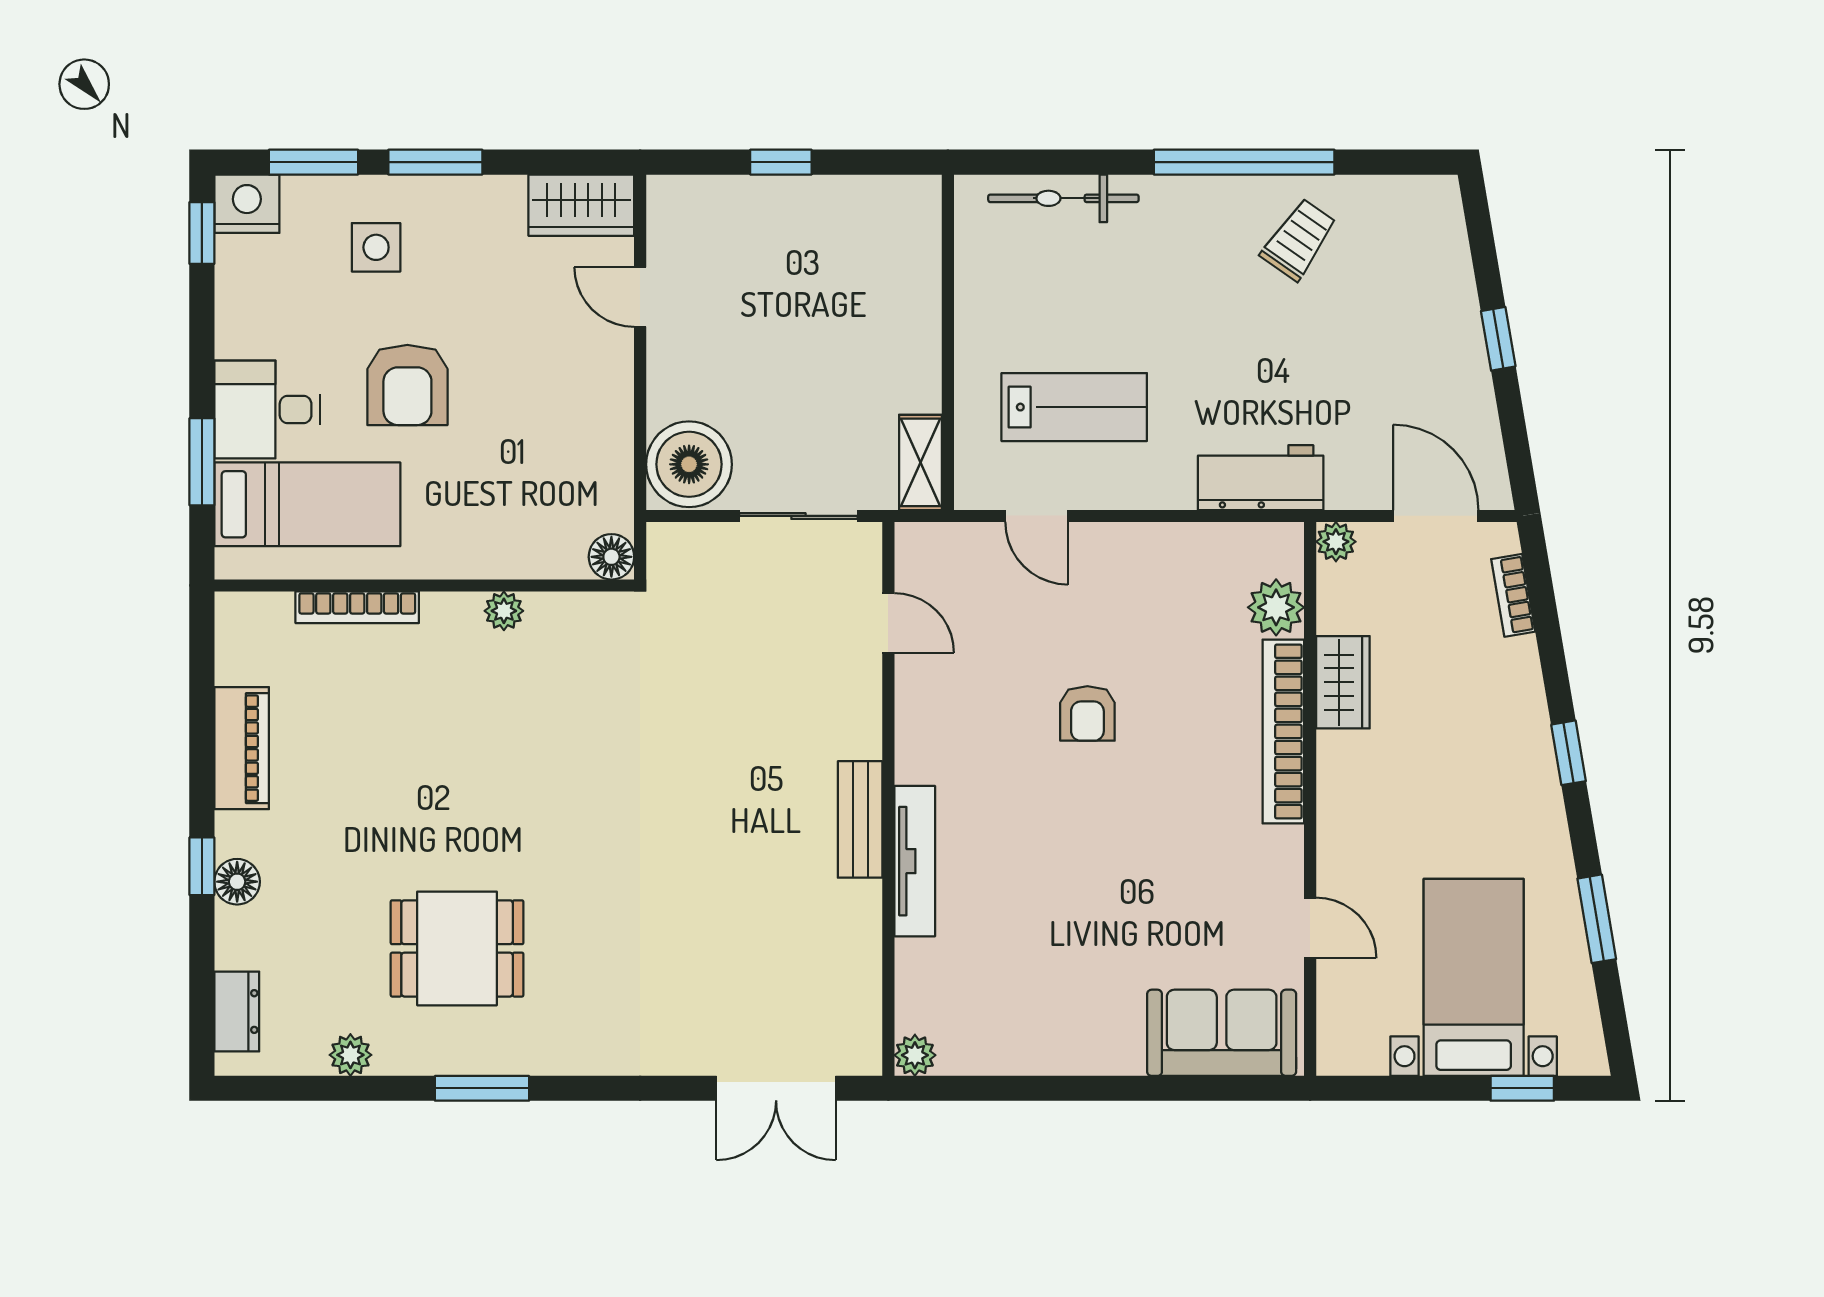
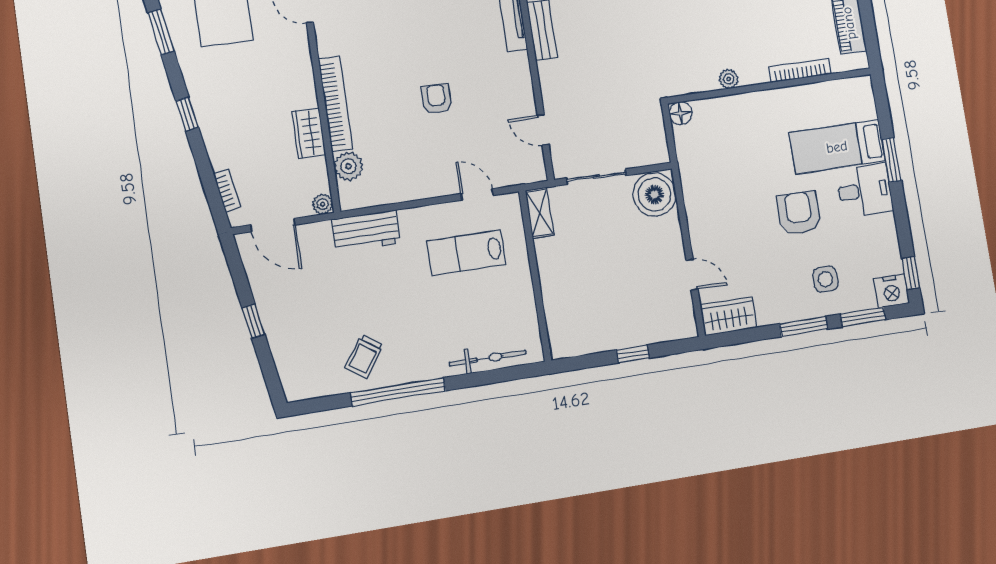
floor lamp: (611, 557) -> (681, 113), moved
wall: (424, 585) -> (769, 86), moved
bookcase: (357, 607) -> (800, 70), moved
plant: (504, 611) -> (729, 79), moved

